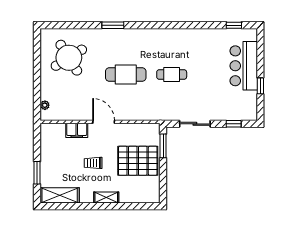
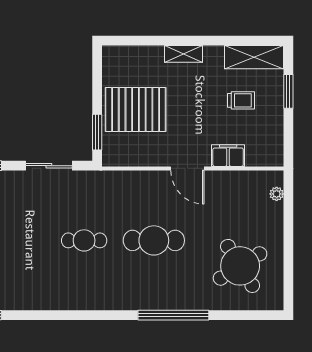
window: (113, 25) -> (173, 315), width x2.11
trolley: (93, 163) -> (241, 100), moved

